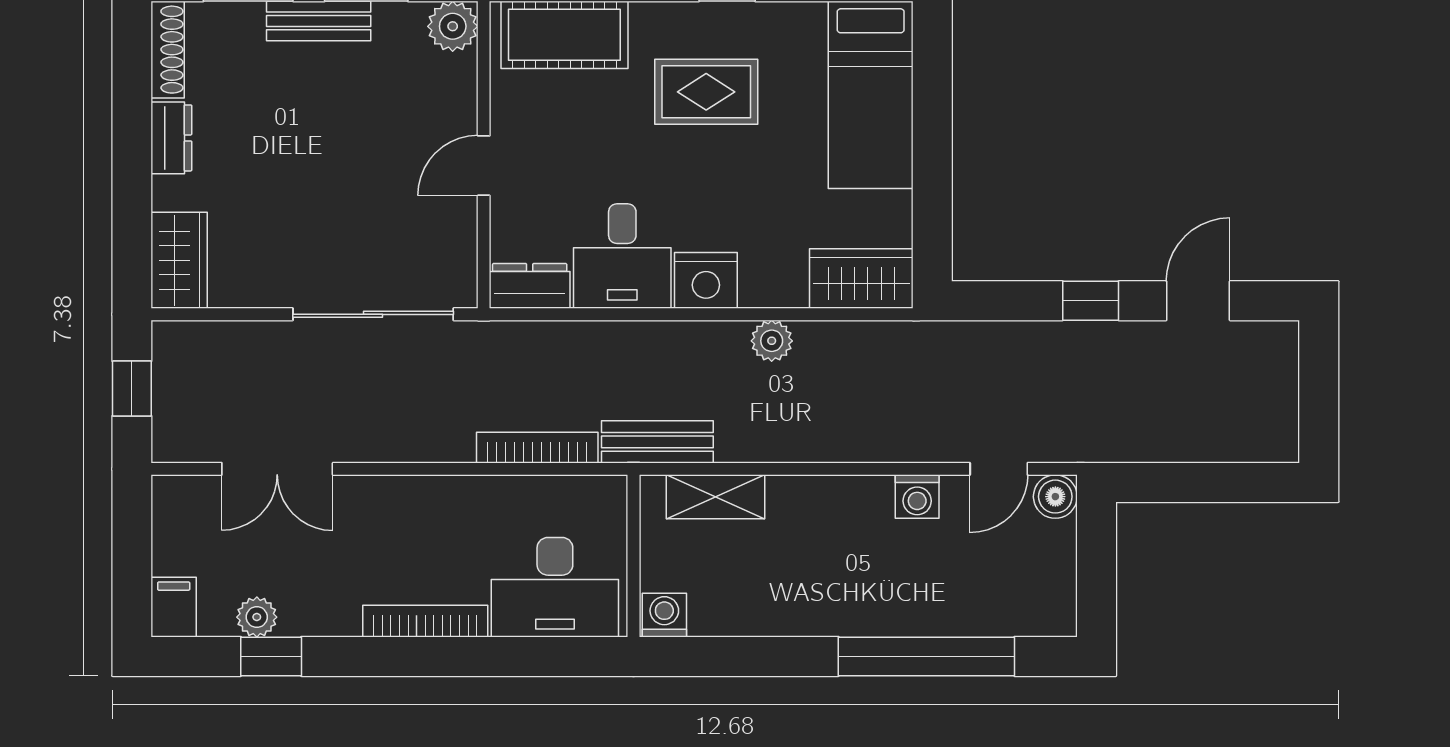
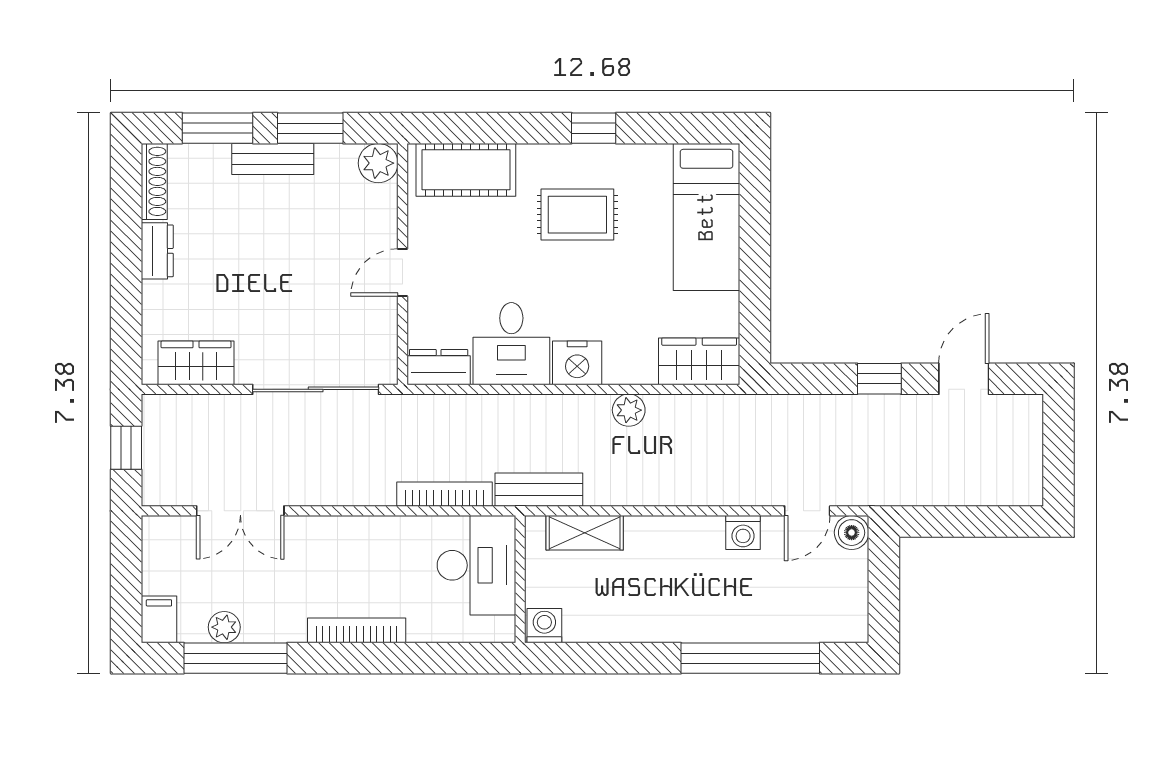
wardrobe: (179, 260) -> (196, 363), moved, turned -90
desk: (555, 587) -> (476, 565), moved, turned -90
window: (271, 656) -> (235, 658), width x2.17

